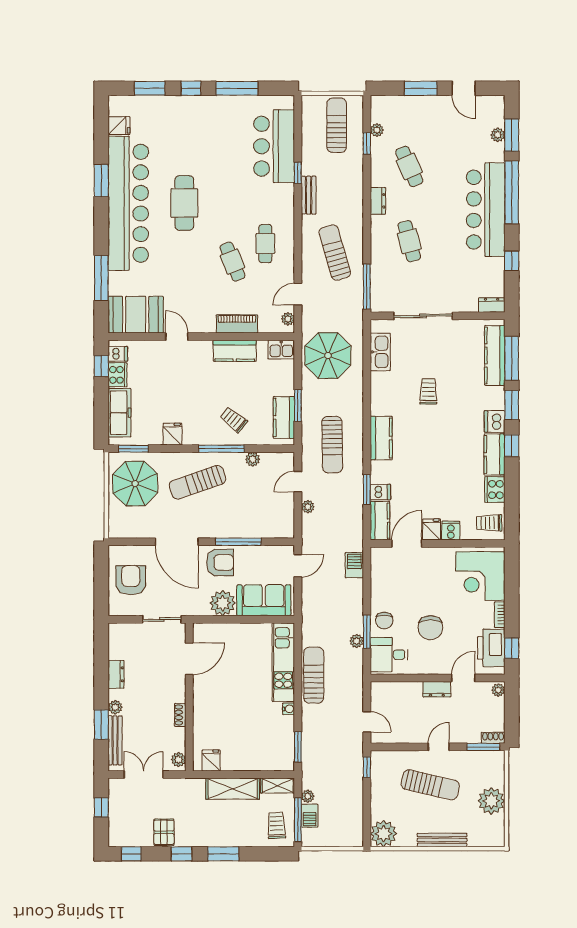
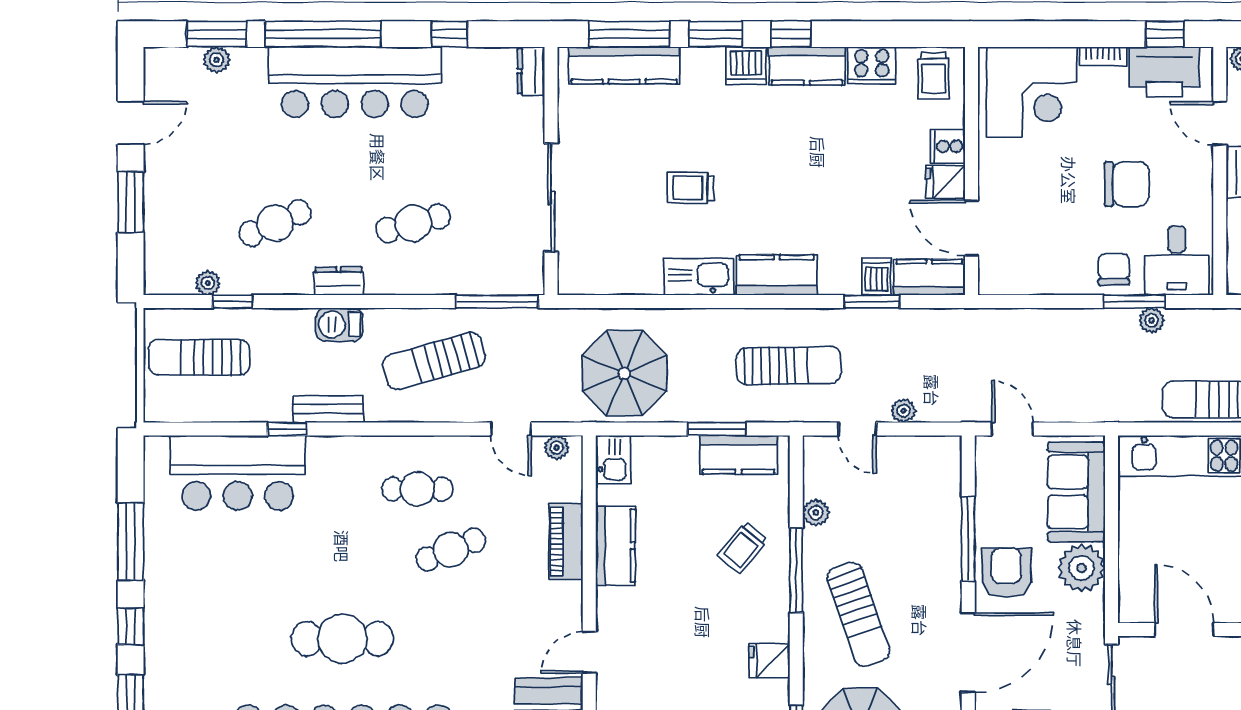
kitchen sink: (380, 352) -> (699, 277), moved
barbecue: (354, 565) -> (339, 325), moved
chair: (384, 621) -> (1114, 269), turned -90

